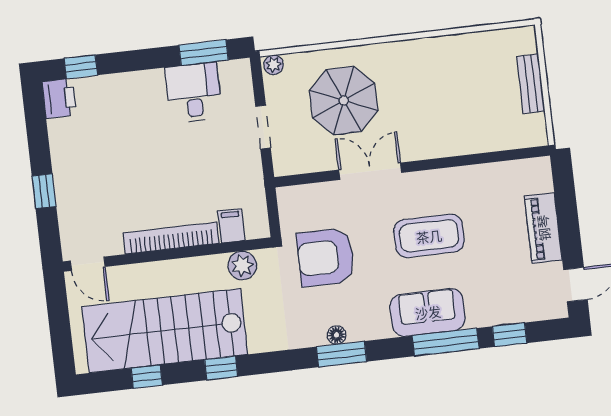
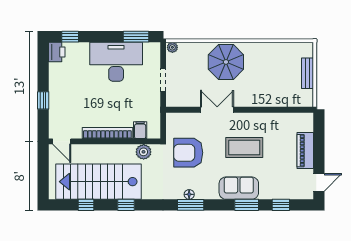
desk: (194, 93) -> (116, 62), width x1.87, depth x1.30
parasol: (344, 100) -> (226, 62), moved
window: (446, 342) -> (247, 205), width x0.69

